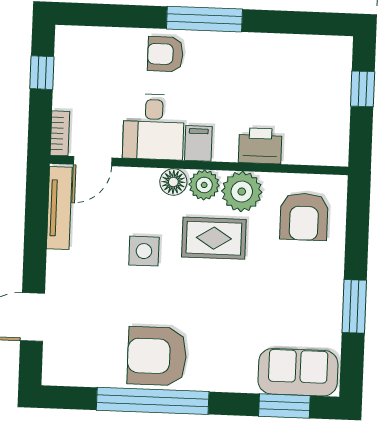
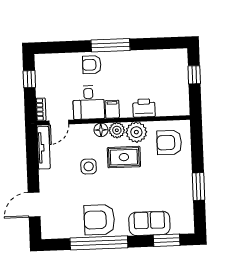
armchair: (304, 217) -> (169, 143), turned 90
sofa: (298, 372) -> (149, 223), moved

